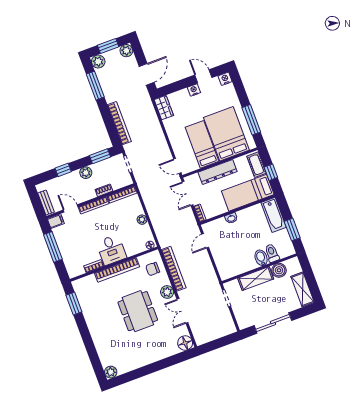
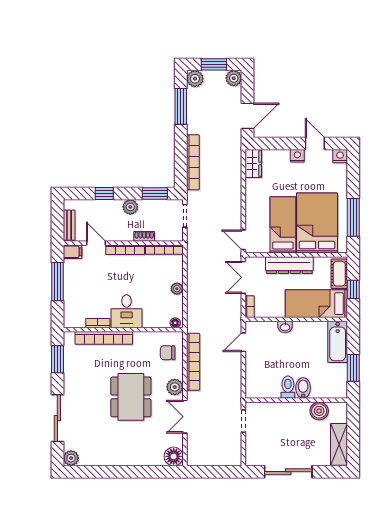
toilet: (272, 253) -> (288, 387), moved
bookcase: (117, 270) -> (104, 338), moved
shelving: (256, 279) -> (287, 410), removed
sliding door: (90, 347) -> (57, 418), added

